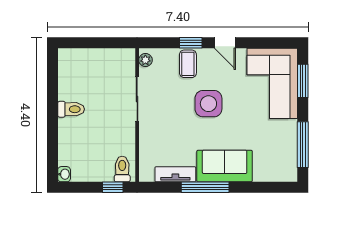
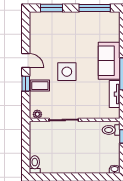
door: (225, 43) -> (26, 61), hinge flipped
corner sofa: (272, 83) -> (53, 29), removed
toilet: (71, 109) -> (35, 165), moved

